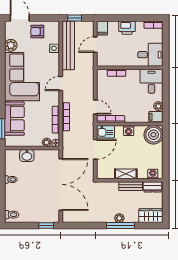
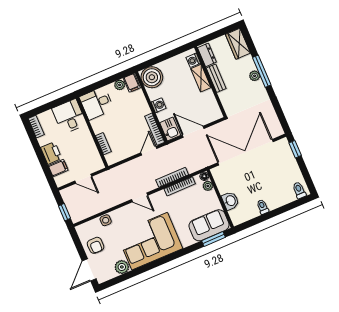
filing cabinet: (102, 28) -> (58, 168), moved
bench: (68, 45) -> (96, 207), removed
sofa: (14, 119) -> (209, 225), moved
shelving: (126, 174) -> (201, 78), moved

